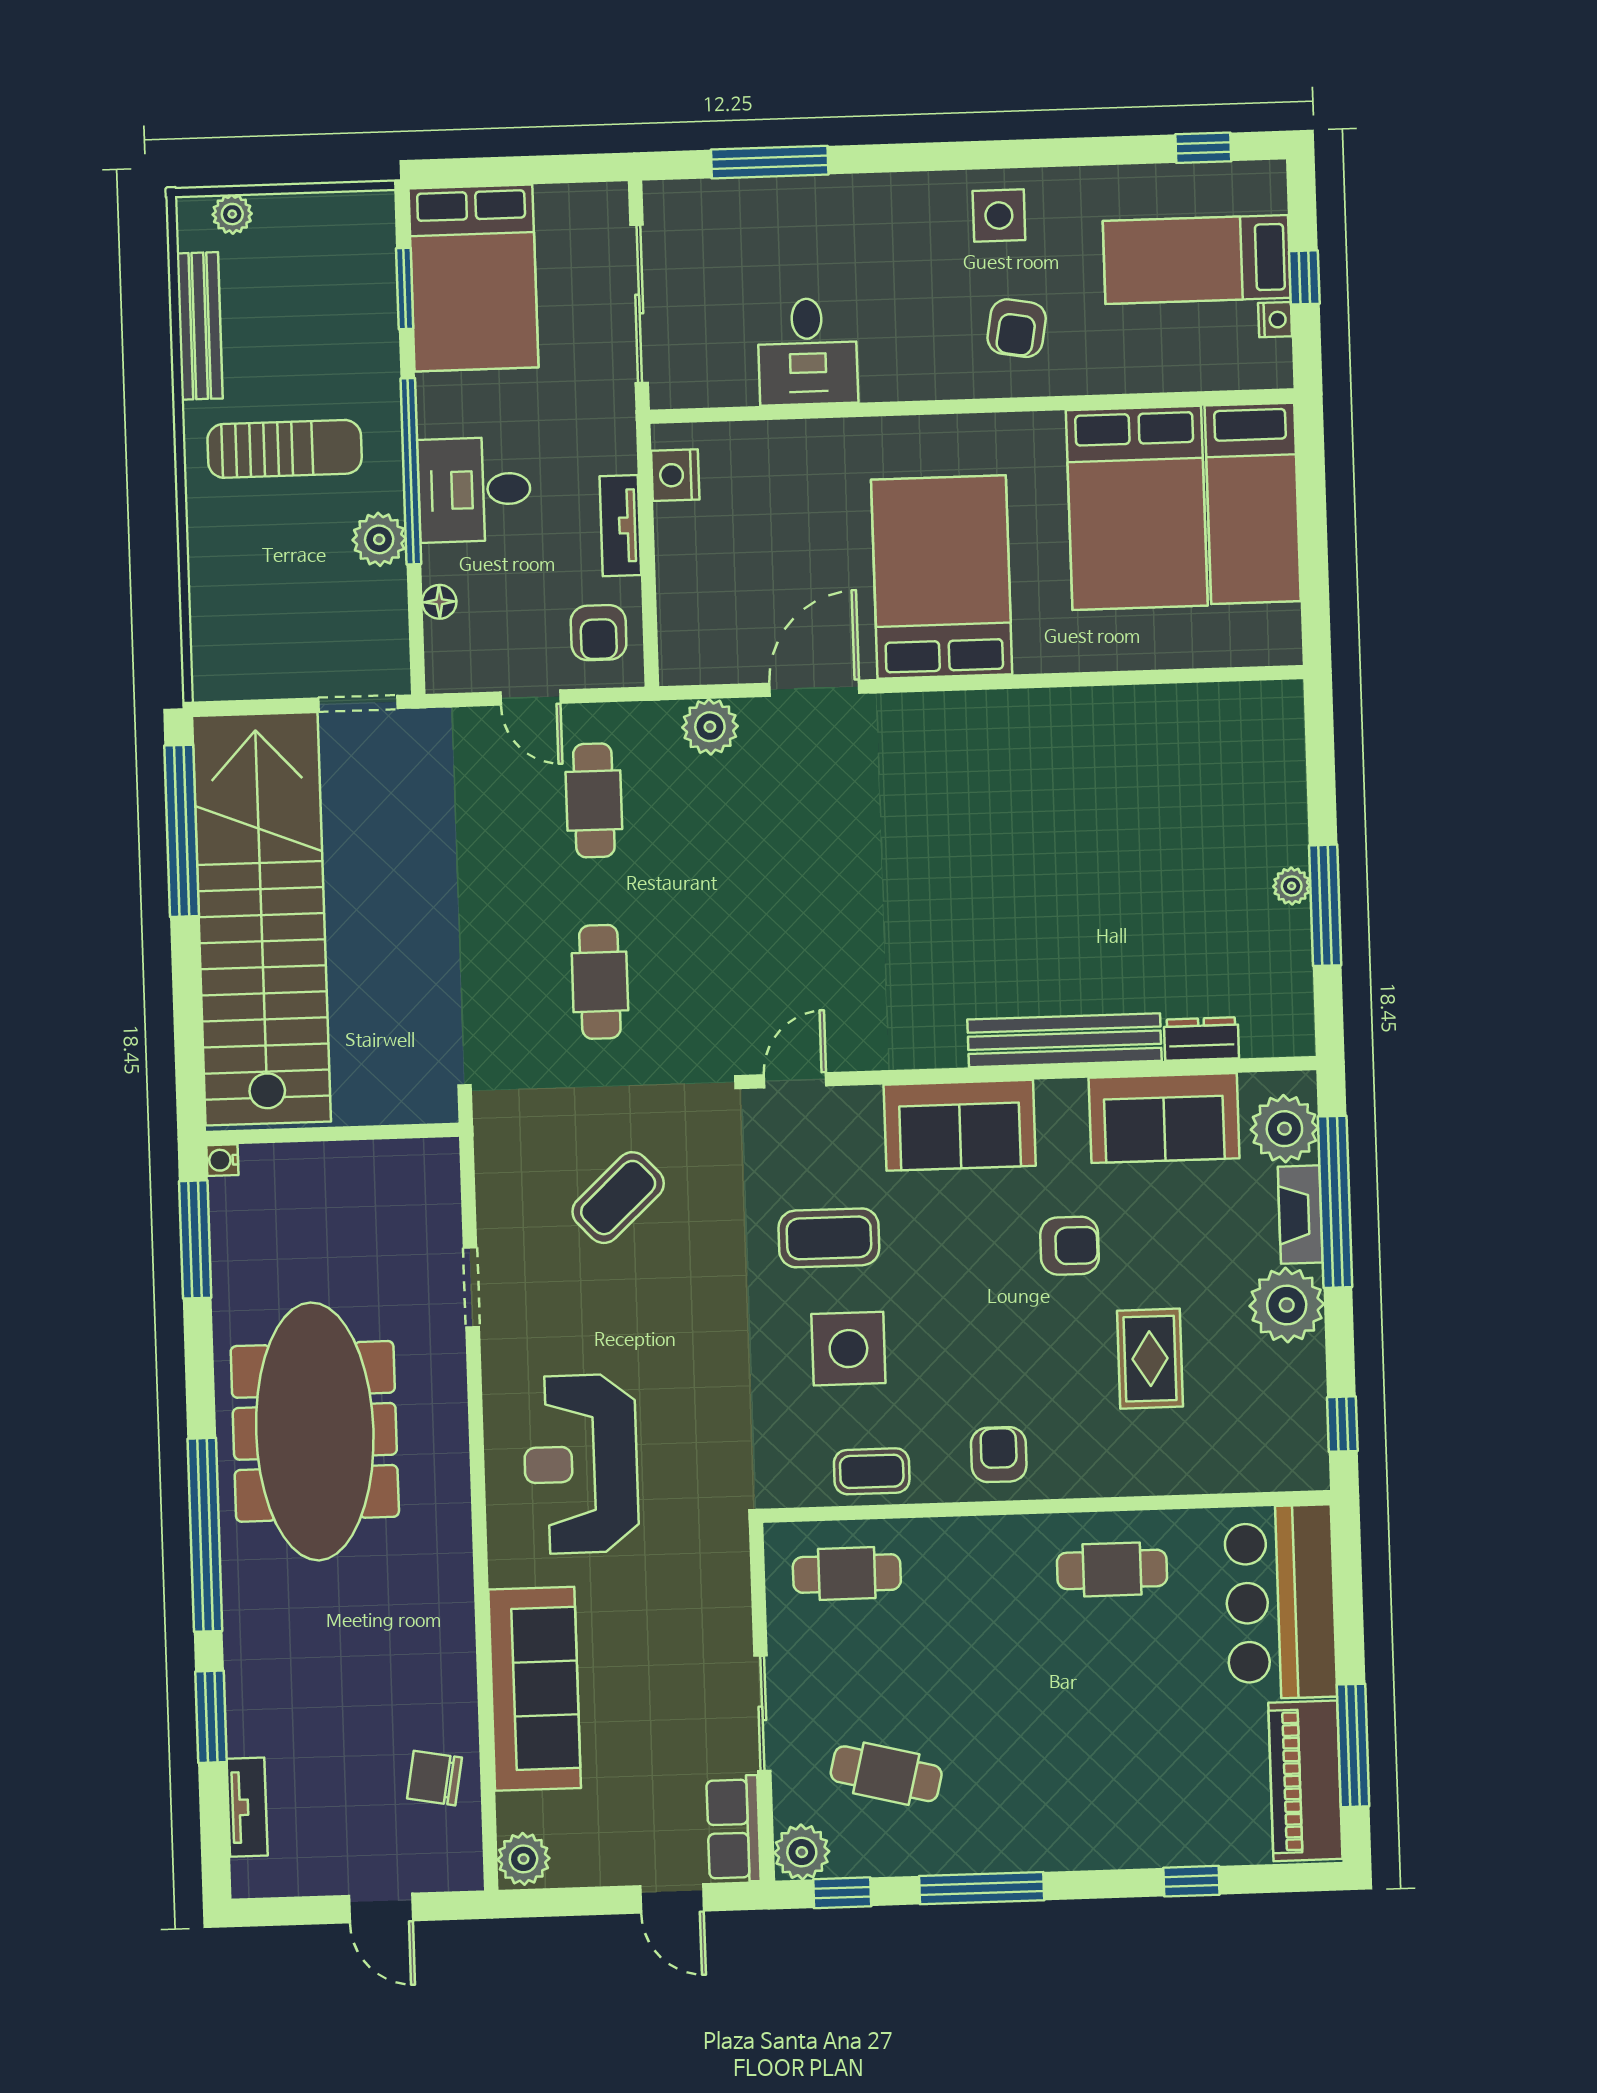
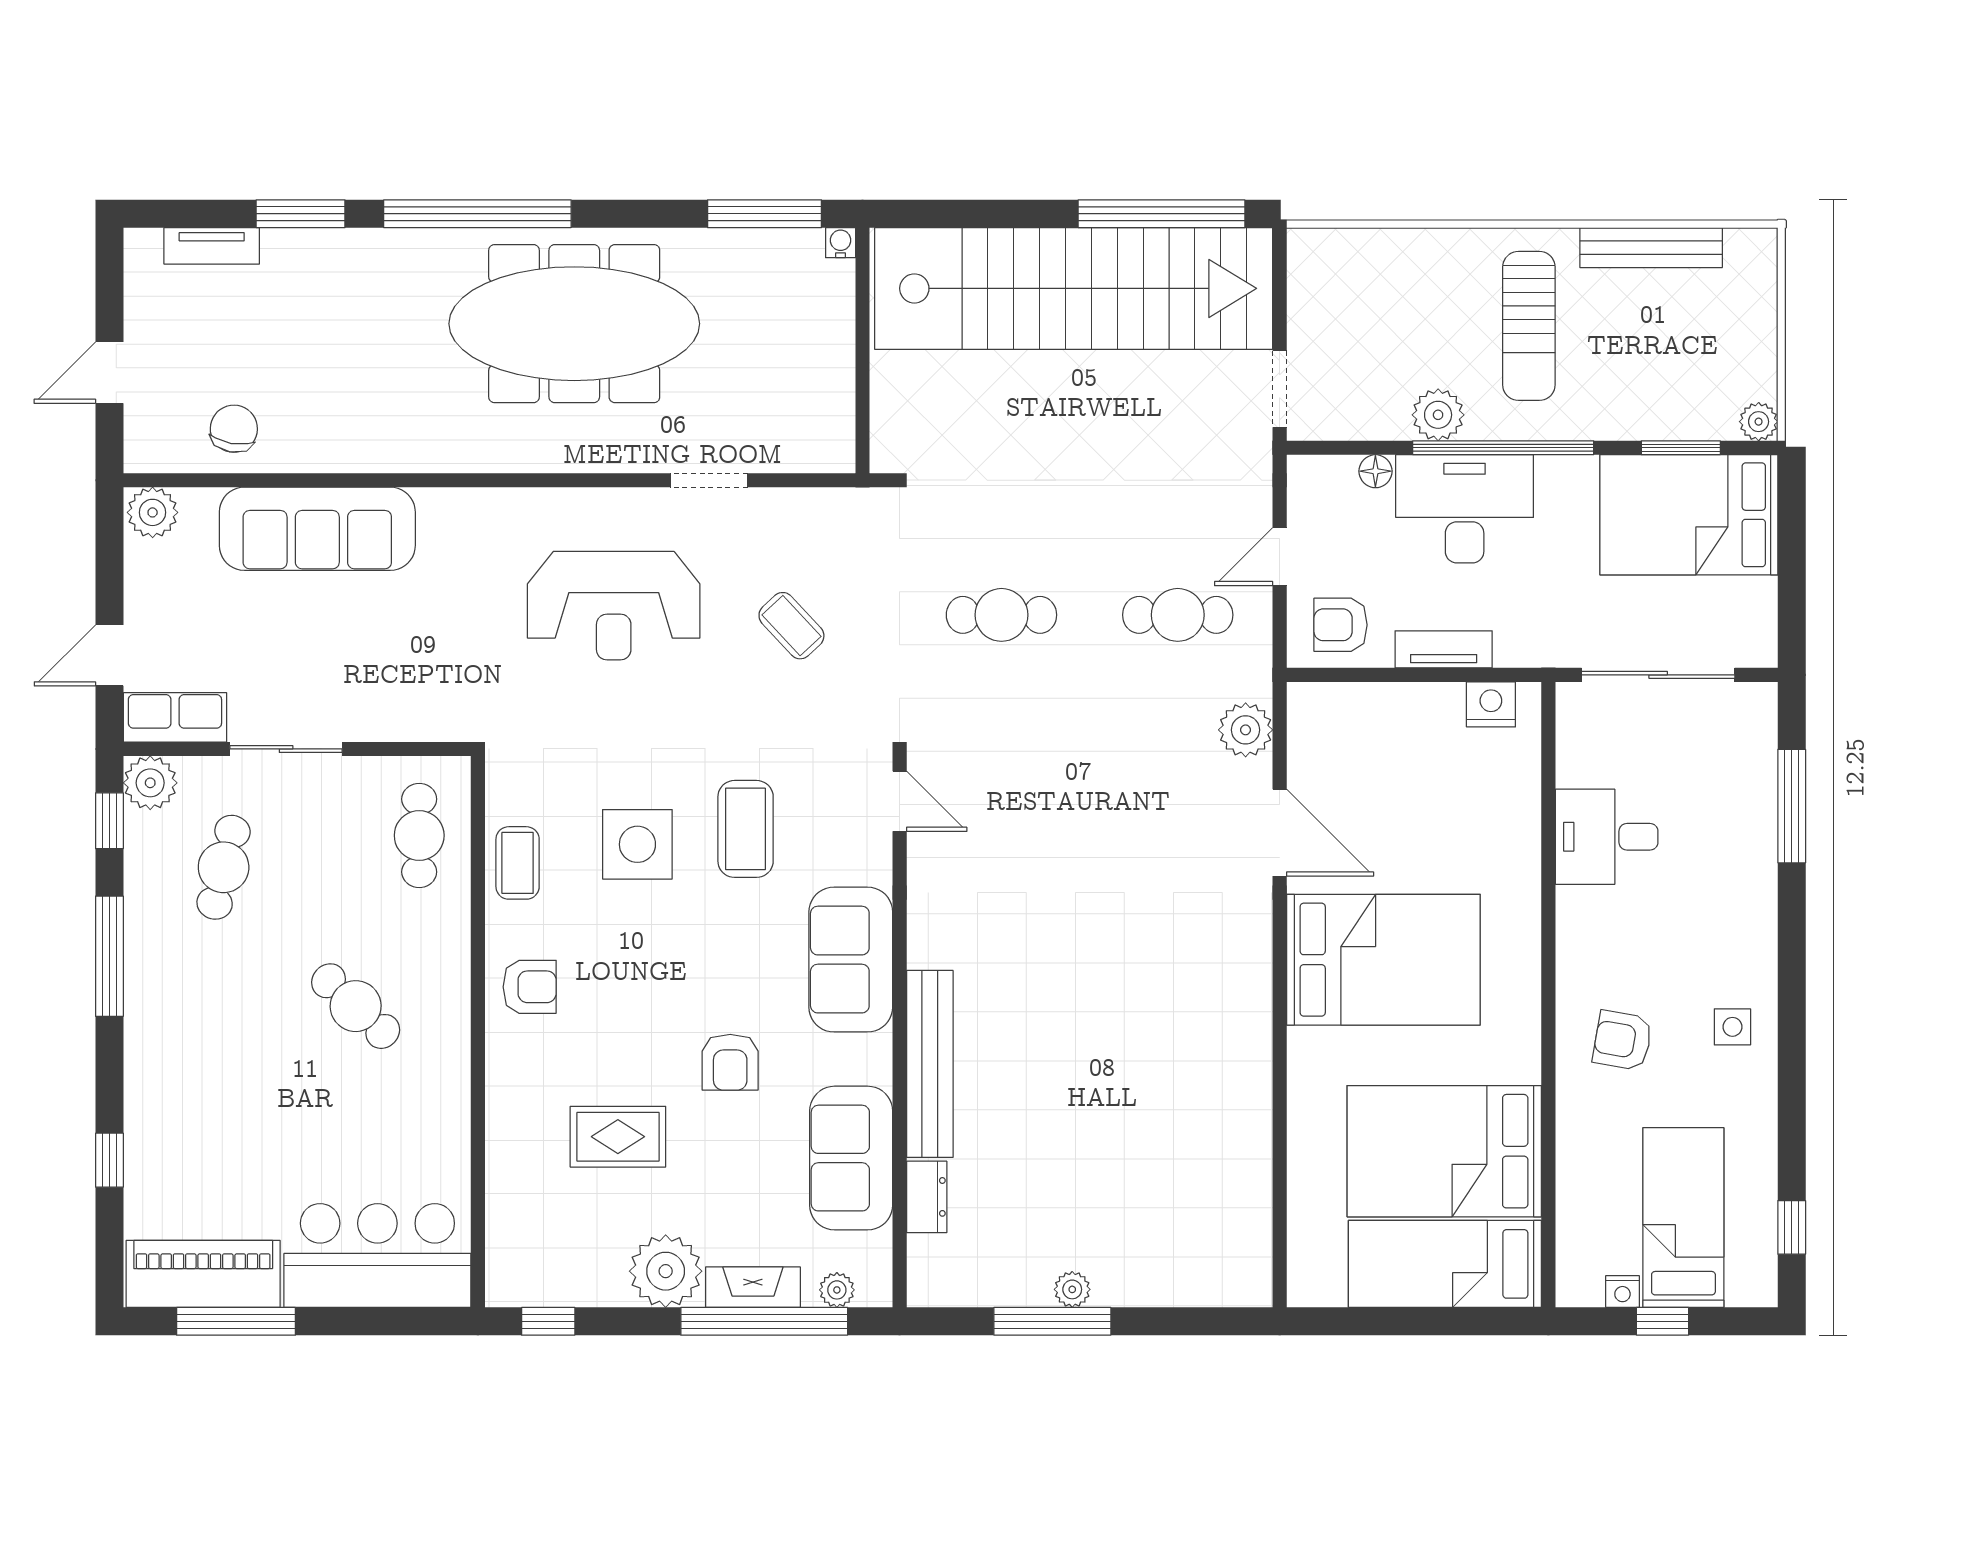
plant: (232, 214) -> (1759, 422), moved
side table: (999, 216) -> (1732, 1027), width x0.73, depth x0.73
desk: (474, 490) -> (1465, 509), width x1.37
plant: (1284, 1129) -> (837, 1290), width x0.53, depth x0.53
coffee table: (618, 1198) -> (791, 626), width x0.73, depth x0.77
reception desk: (581, 1464) -> (614, 606), moved, turned 180
cafe table: (1112, 1569) -> (356, 1006), moved, turned -47

